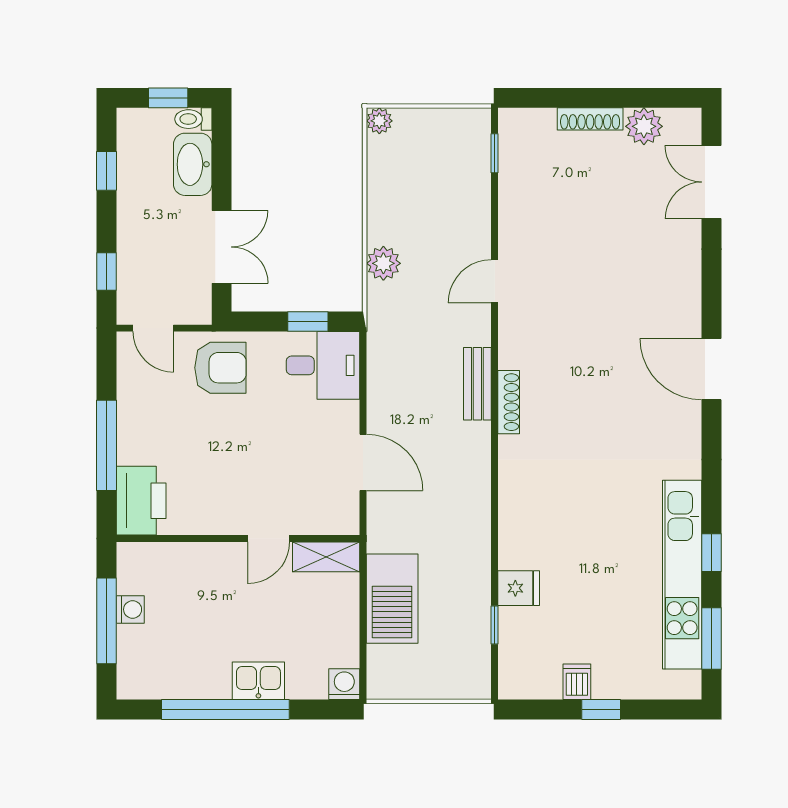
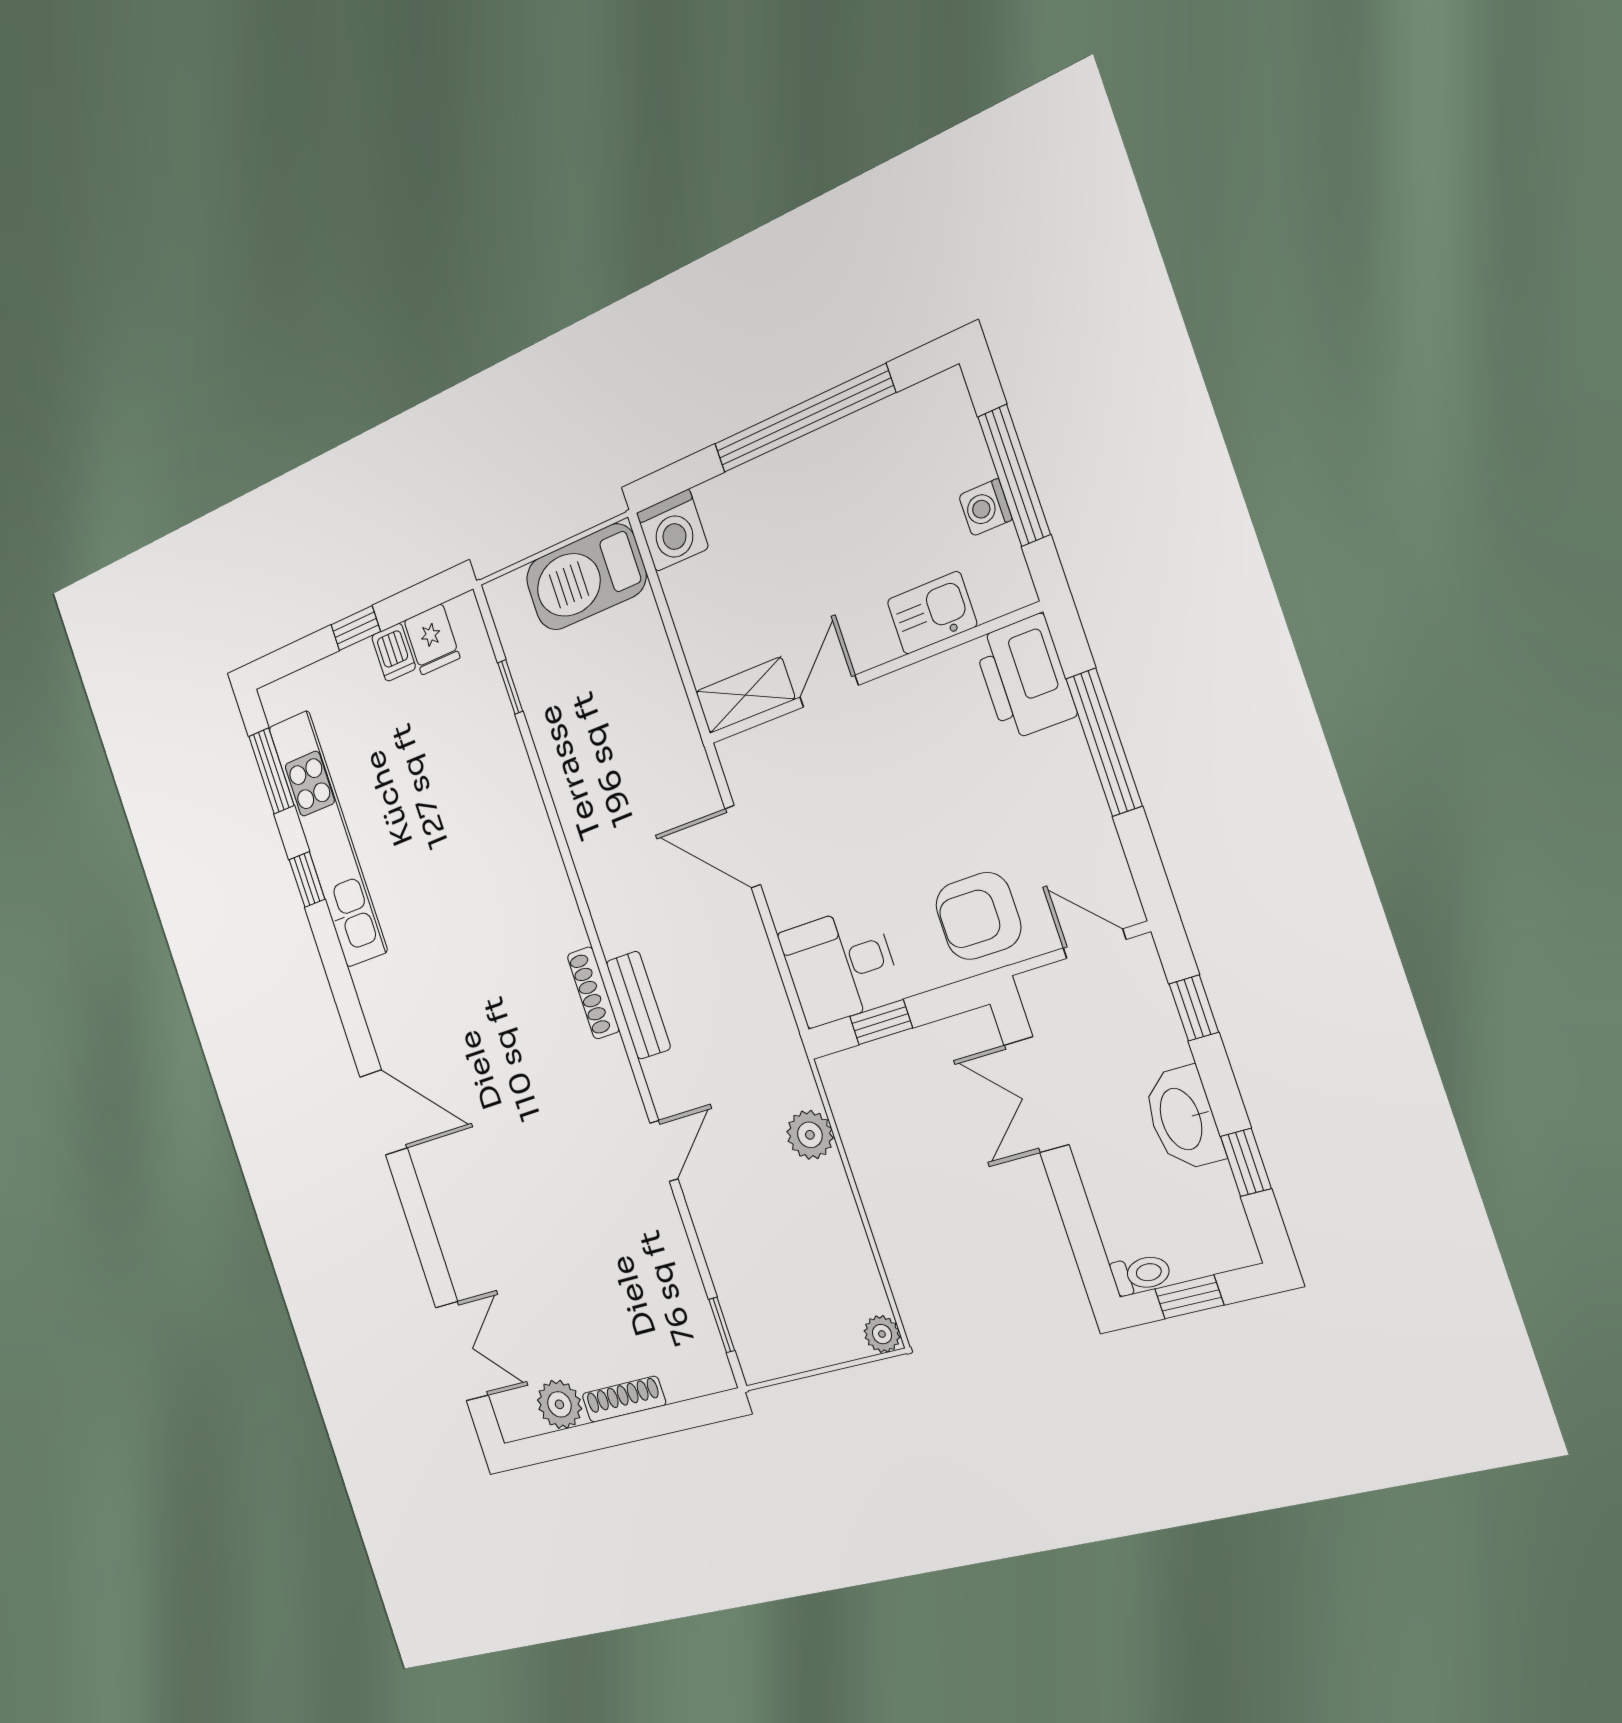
washbasin: (193, 164) -> (1183, 1119), moved, turned 180
fridge: (519, 588) -> (432, 639), moved, turned -90
barbecue: (392, 599) -> (586, 577), moved, turned -90
kitchen sink: (258, 681) -> (932, 613), moved, turned 180
washing machine: (344, 684) -> (672, 531), width x1.38, depth x1.38

